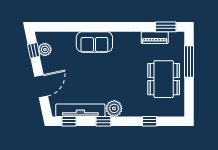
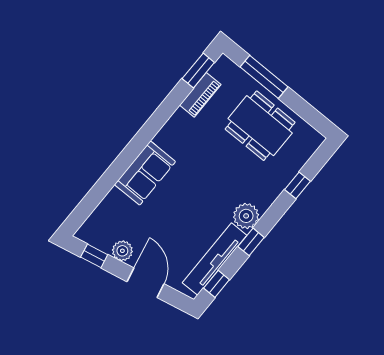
plant: (45, 49) -> (122, 251), moved

